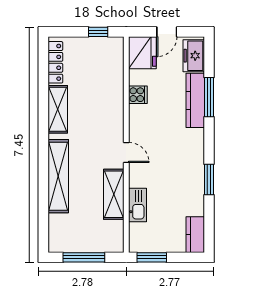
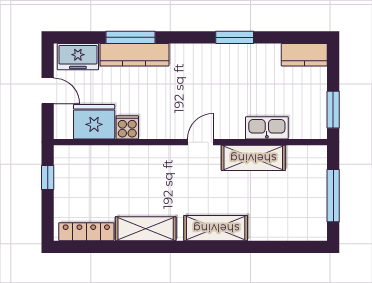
fridge: (142, 53) -> (94, 122), moved
shelving: (58, 176) -> (216, 228), width x0.68

